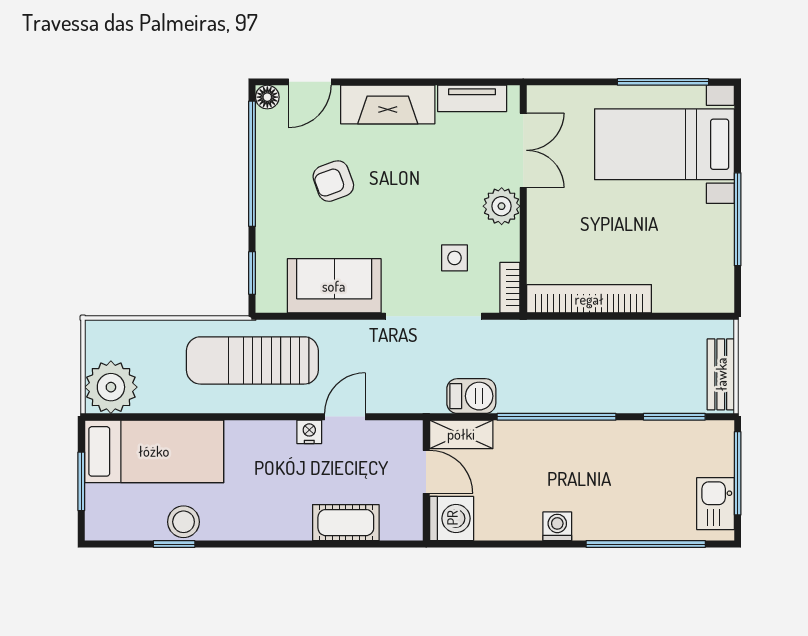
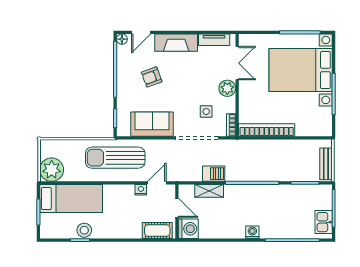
bed with nightstands: (664, 144) -> (301, 70), width x1.36
door: (426, 472) -> (177, 208), moved
wall: (426, 480) -> (177, 212), moved
washing machine: (452, 518) -> (188, 229), moved

